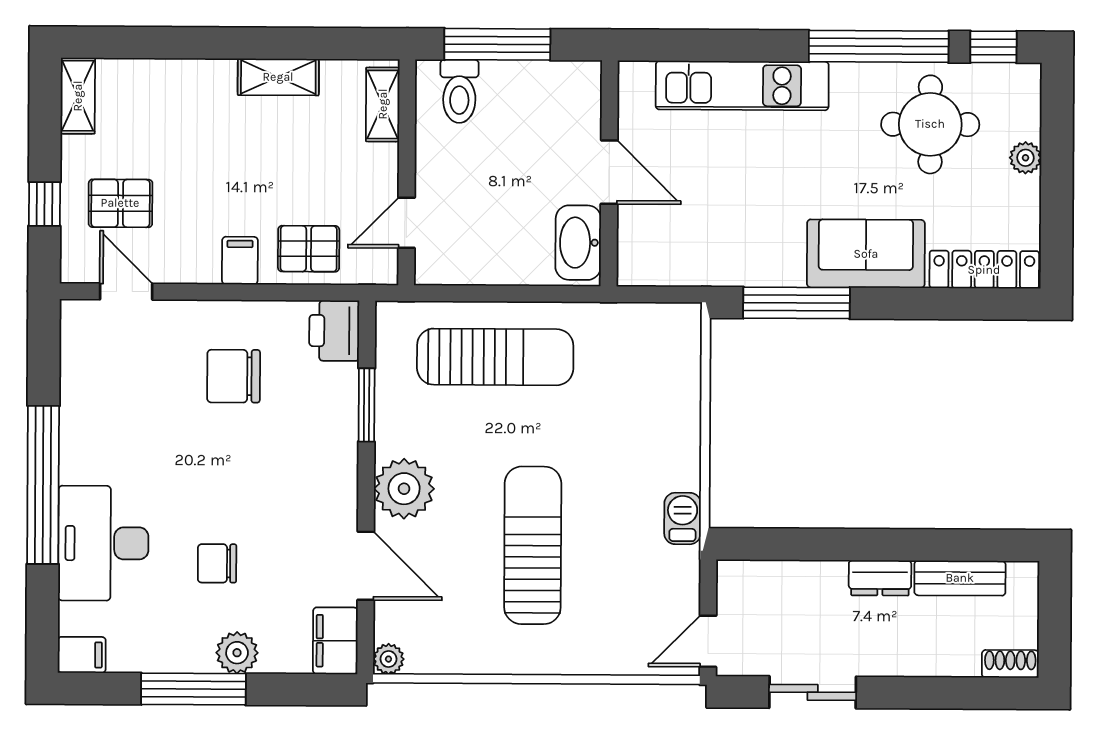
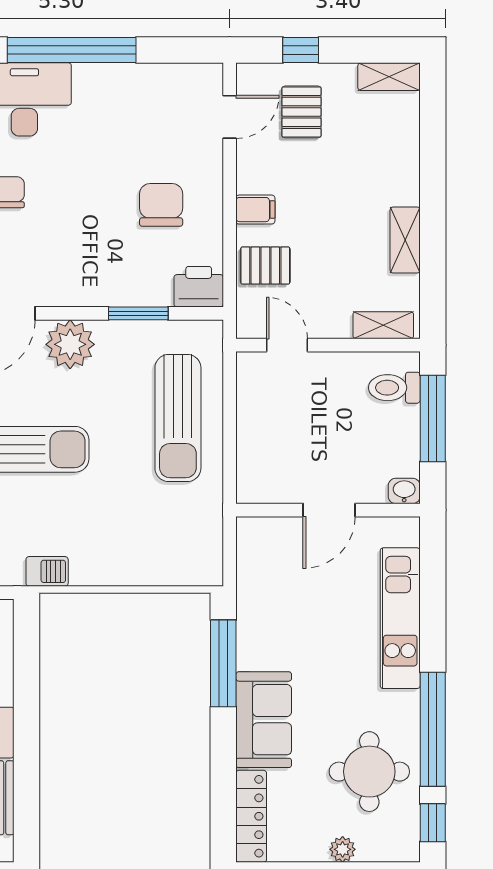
washbasin: (578, 243) -> (404, 491), moved, width x0.52, depth x0.69
pallet: (309, 249) -> (265, 265), turned 90

